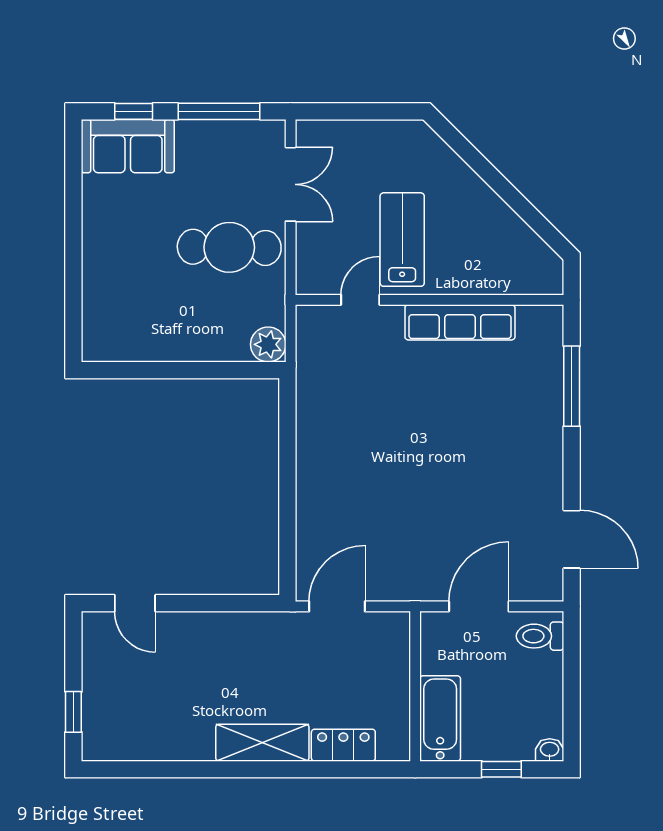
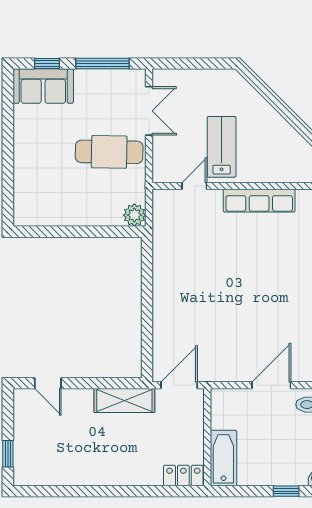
wall: (415, 686) -> (207, 437), moved
bathtub: (440, 718) -> (223, 458), moved
shelving: (262, 743) -> (124, 400), moved

